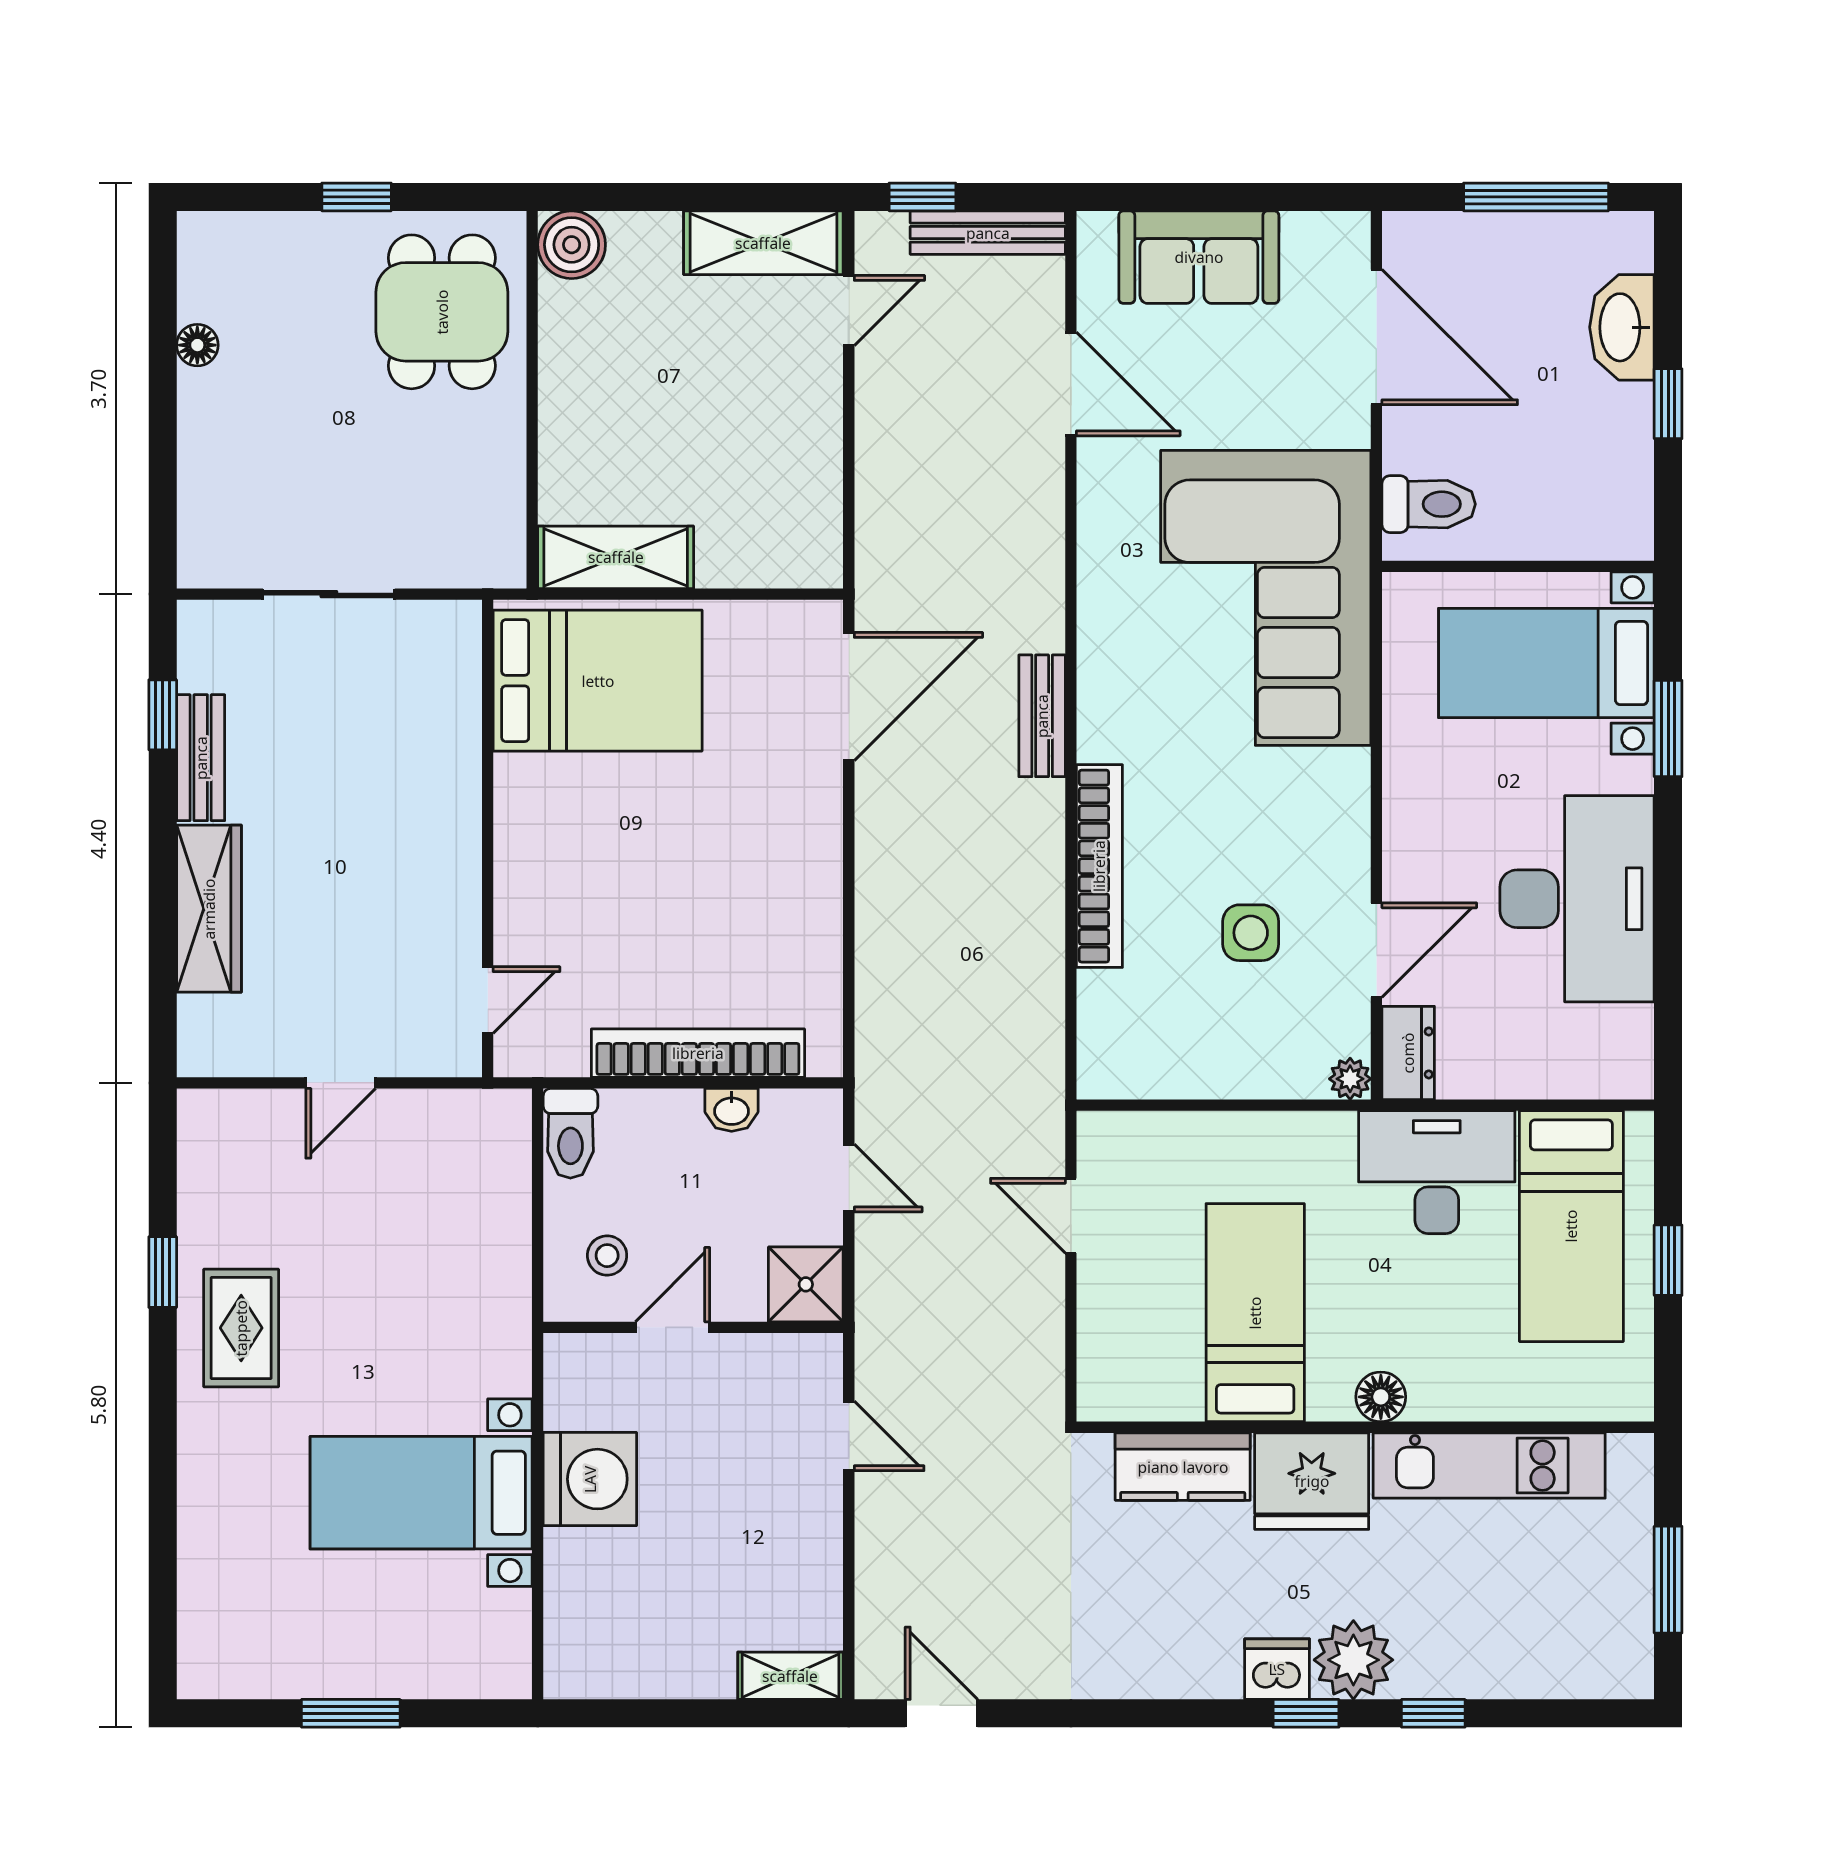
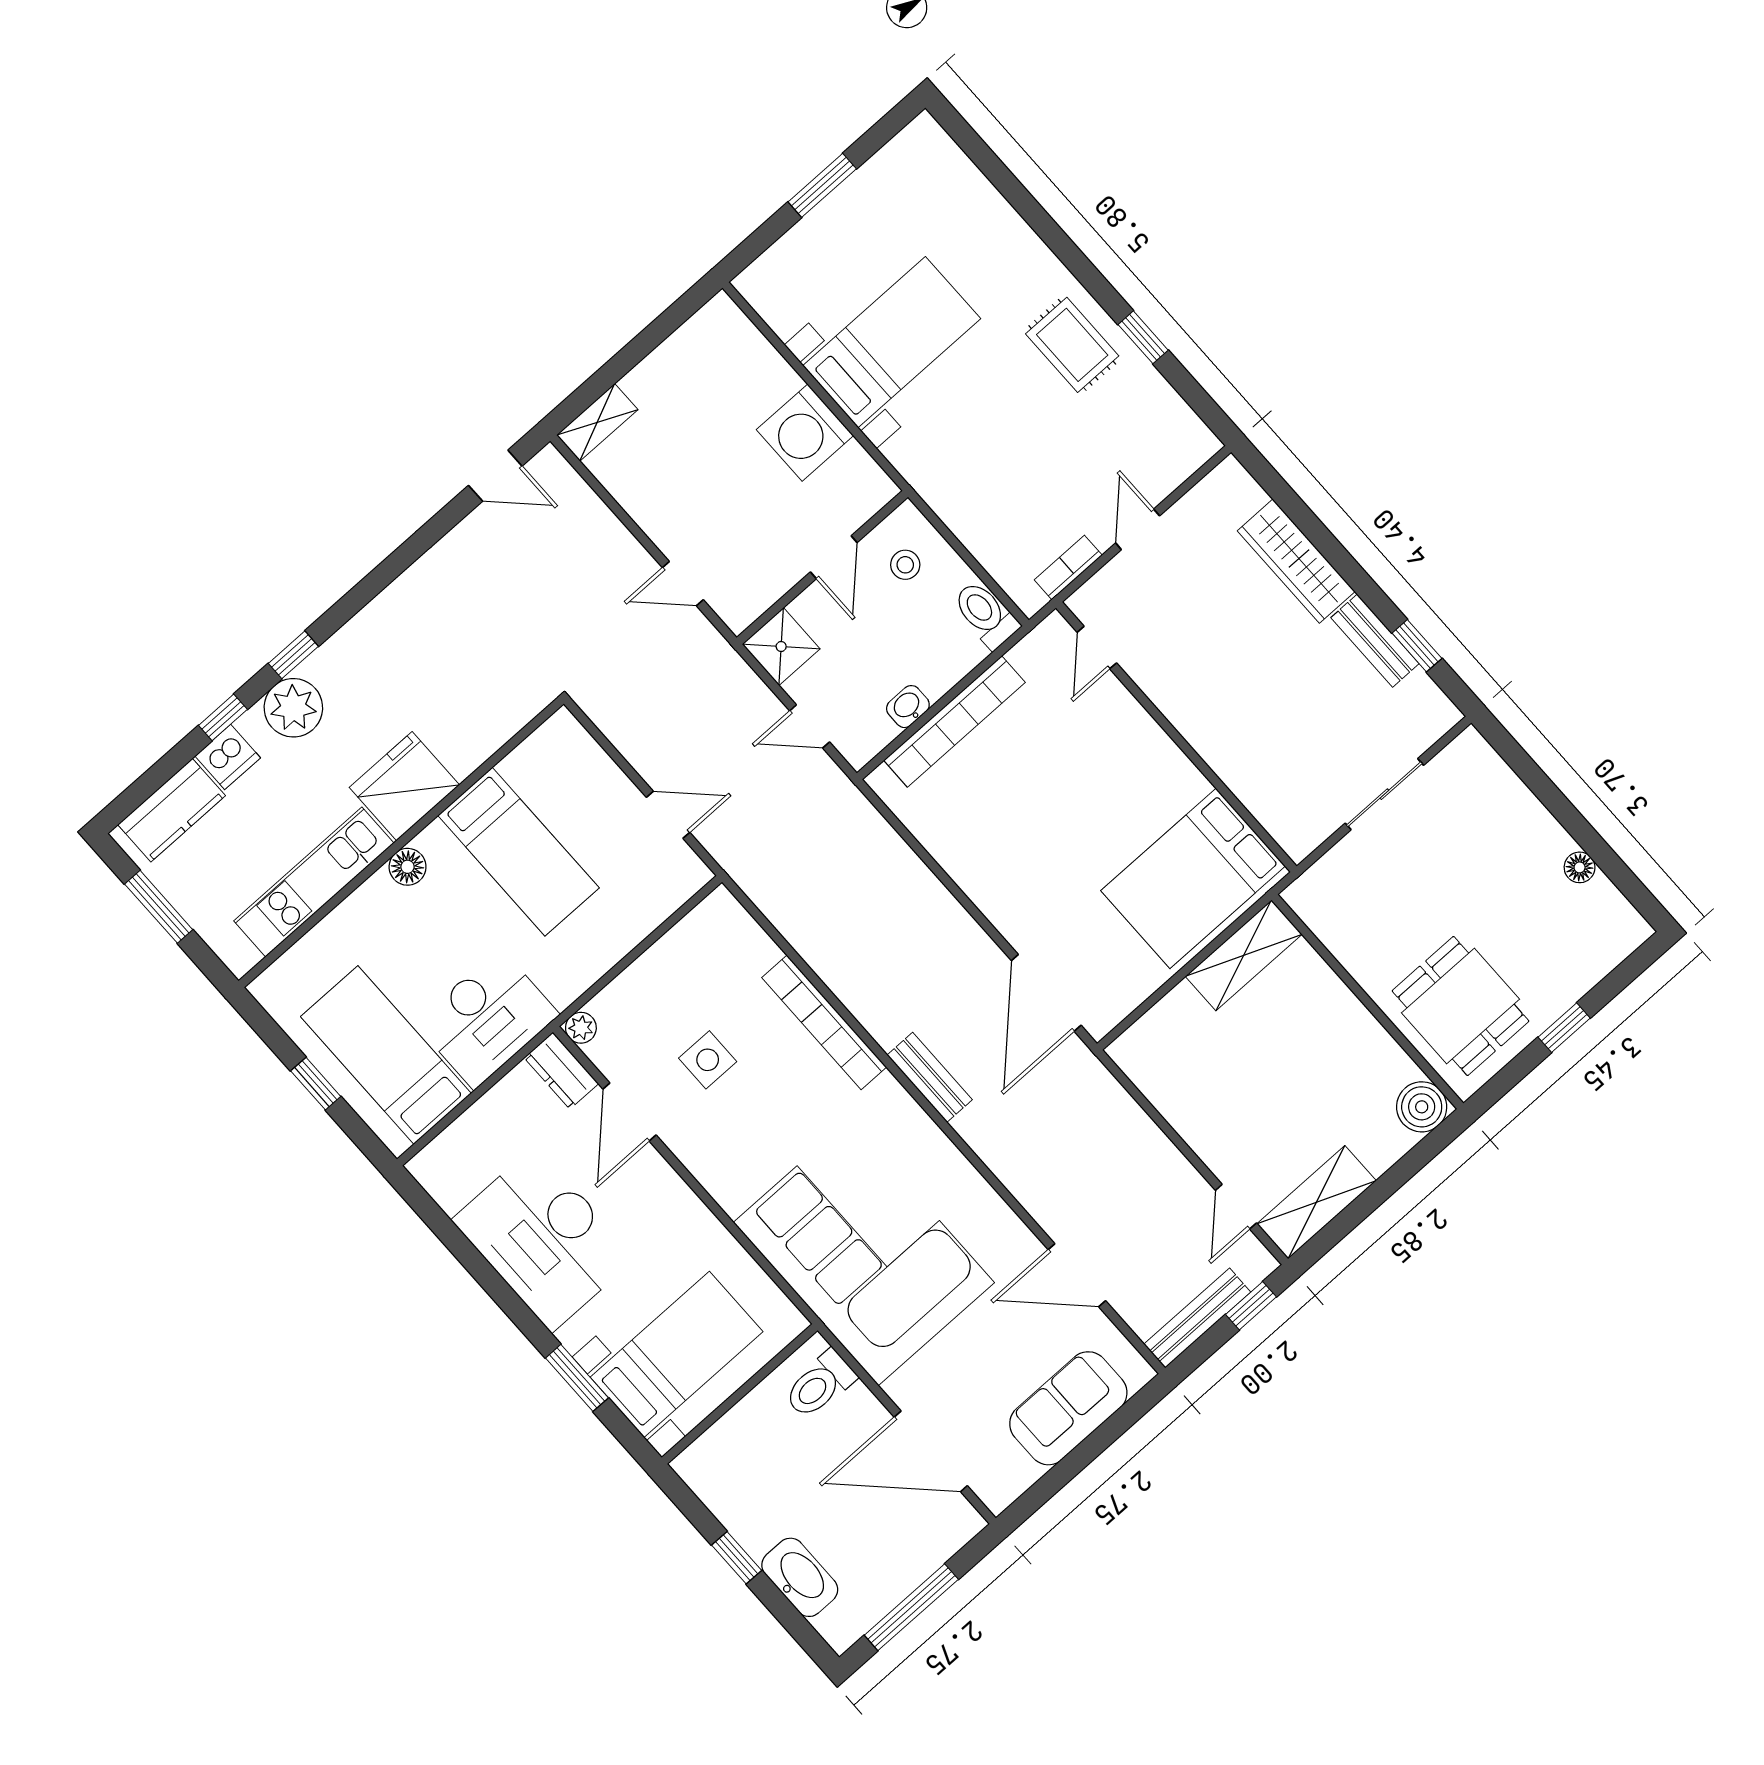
bookcase: (445, 1107) -> (1068, 568), added
kitchen counter: (1183, 1467) -> (172, 810), moved, turned 180
dishwasher: (1277, 1669) -> (228, 757), moved

